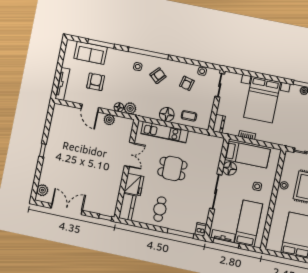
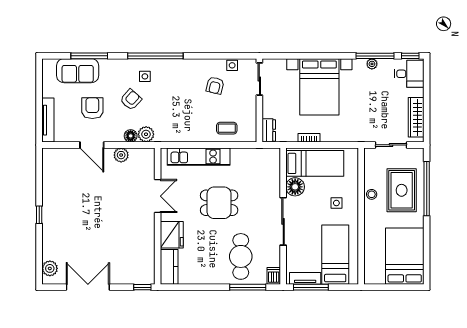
armchair: (158, 76) -> (131, 100), moved
floor lamp: (167, 115) -> (197, 132), removed
cafe table: (160, 209) -> (241, 256), moved, width x1.37, depth x1.35

